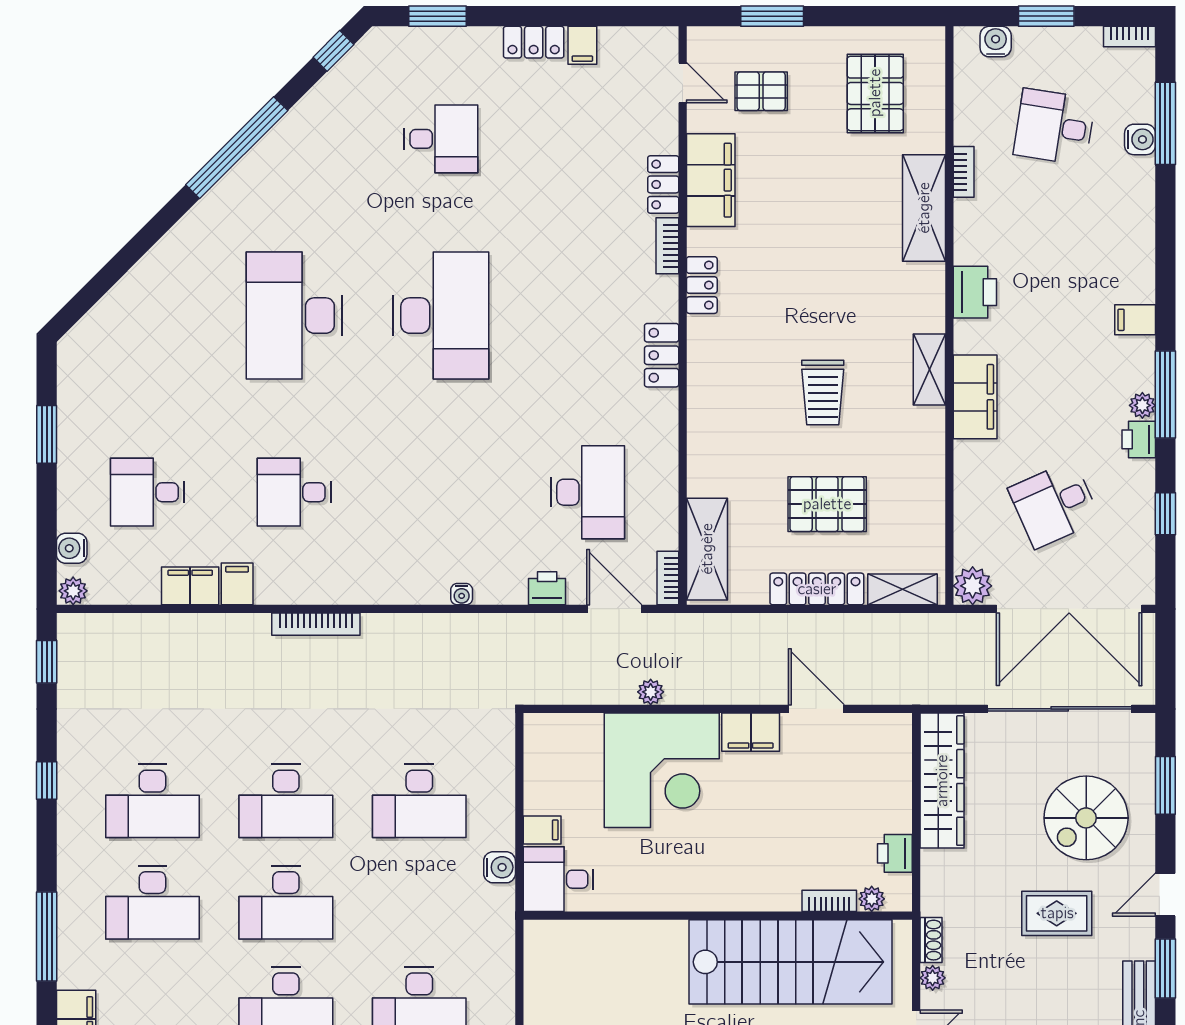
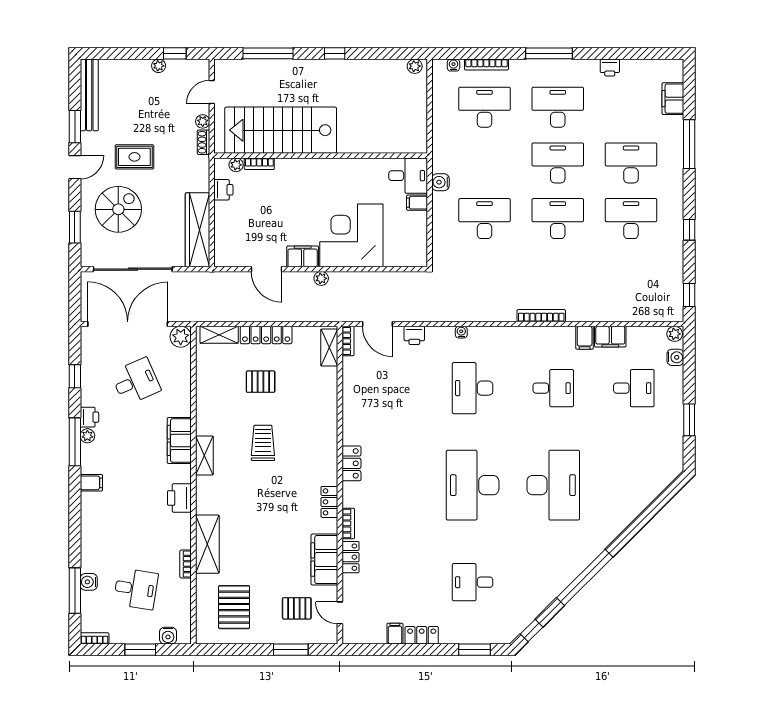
desk: (588, 492) -> (473, 388), moved
pallet: (827, 504) -> (261, 382), width x0.67, depth x0.71
shelving: (707, 549) -> (329, 348), width x0.67, depth x0.75
plant: (651, 692) -> (321, 278), moved

